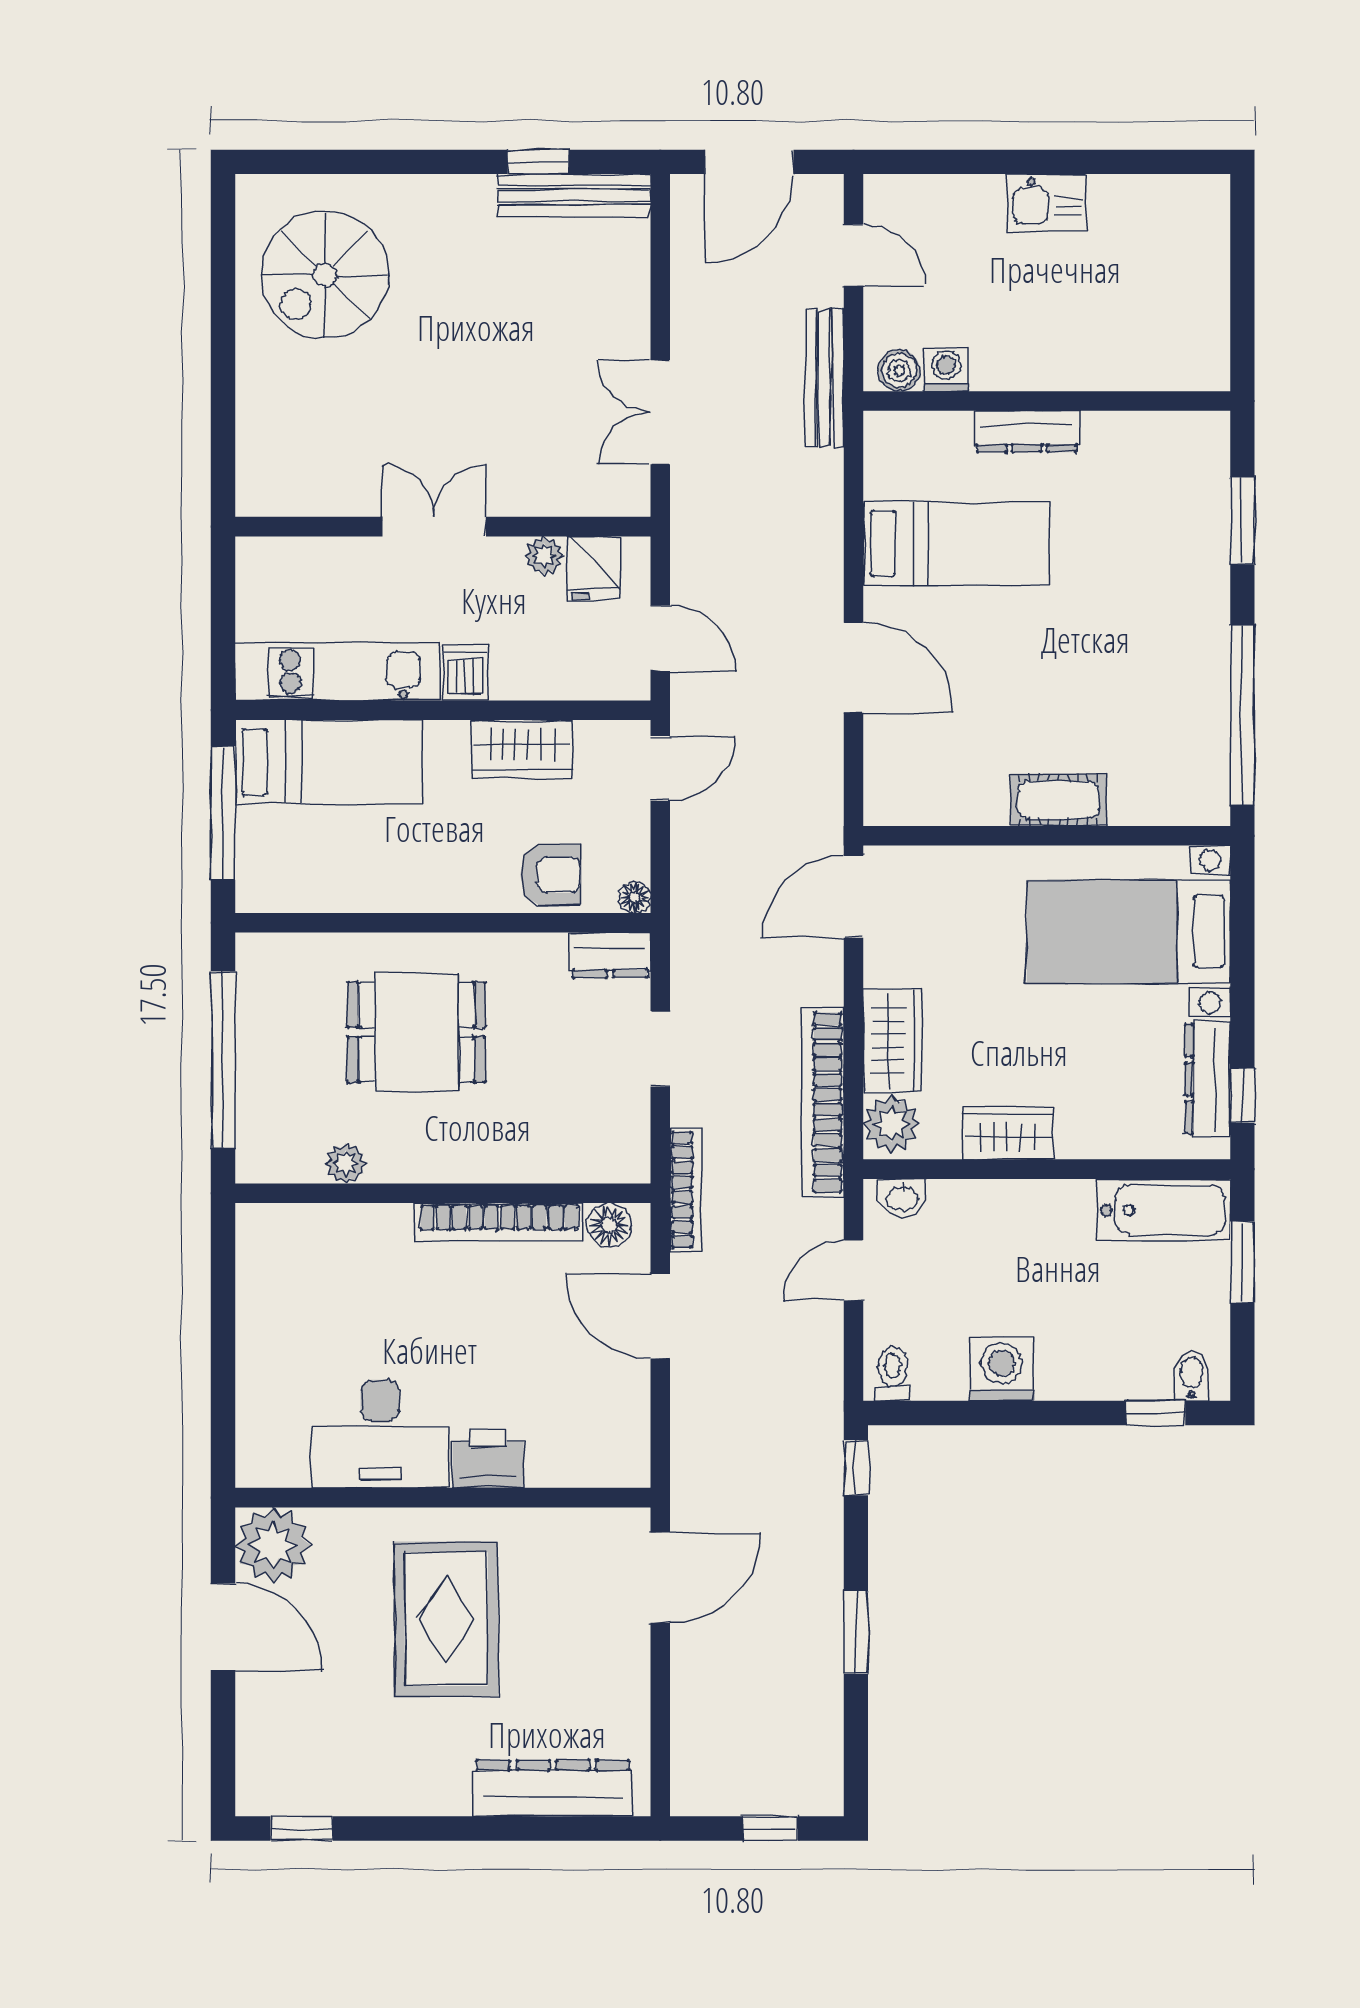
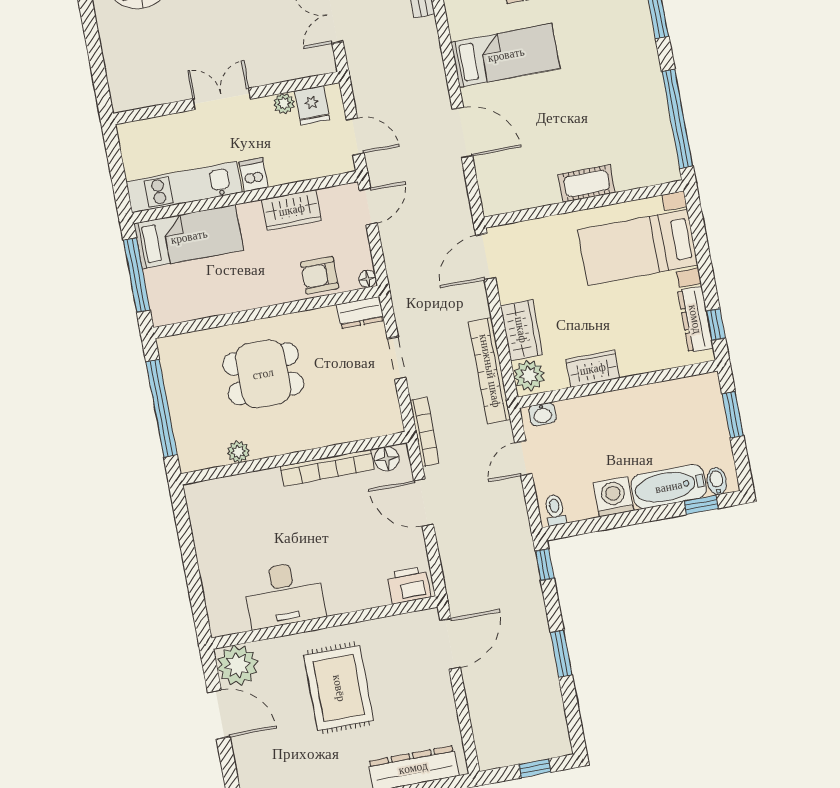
armchair: (550, 875) -> (320, 275), turned 180
bathtub: (1164, 1210) -> (669, 487), moved, turned 180
printer: (488, 1459) -> (409, 585), moved

